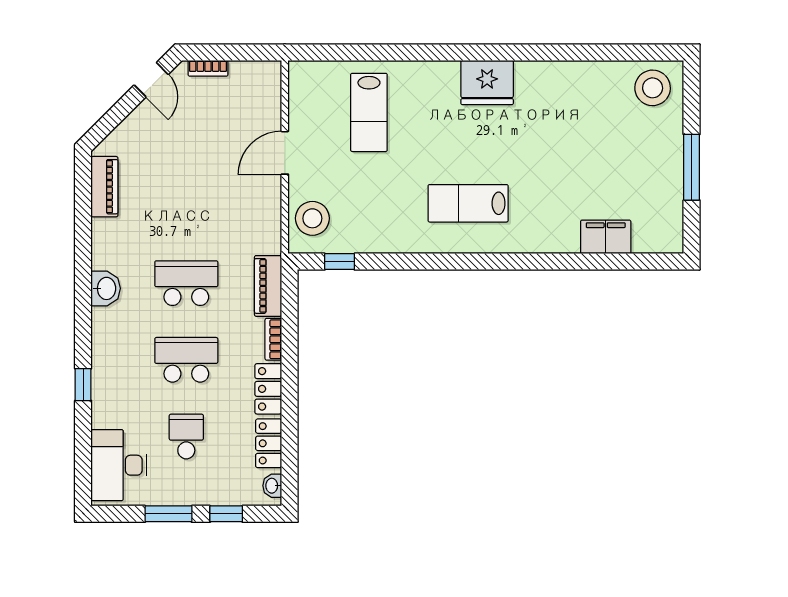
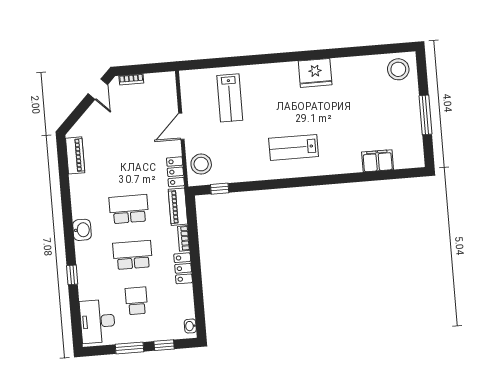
fridge: (487, 83) -> (315, 73), moved
washbasin: (106, 288) -> (82, 230), moved
locker: (269, 443) -> (175, 172), moved

